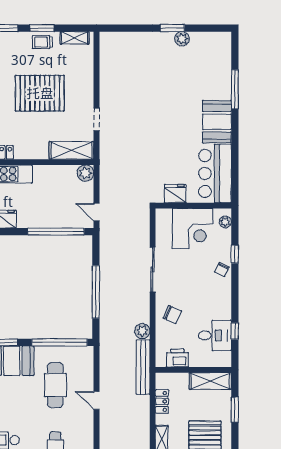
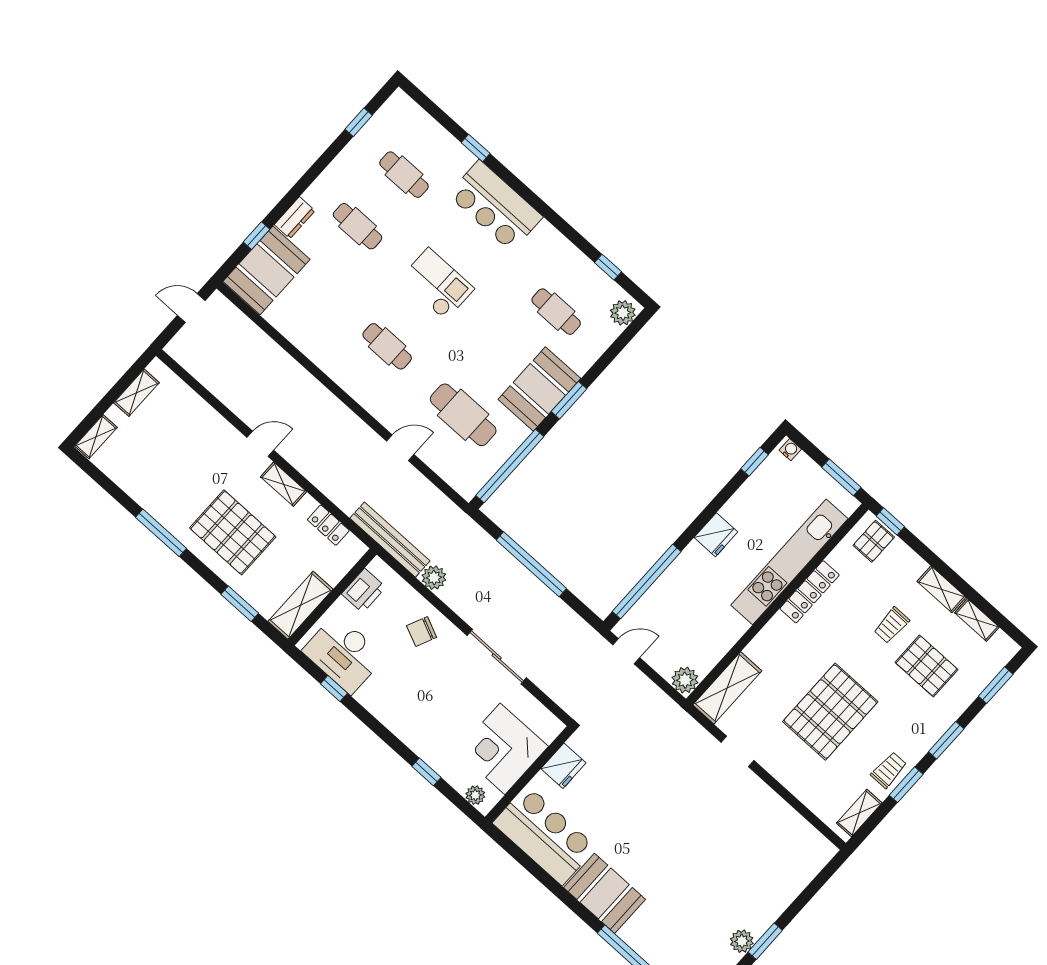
chair: (222, 269) -> (422, 740), removed
desk: (215, 335) -> (344, 654), width x1.37

